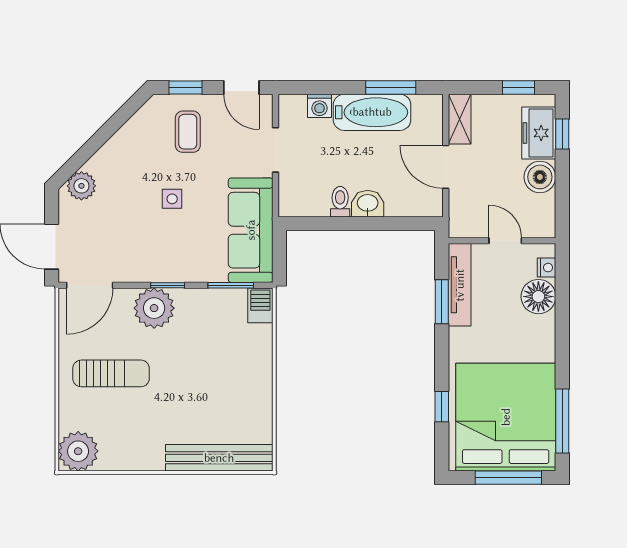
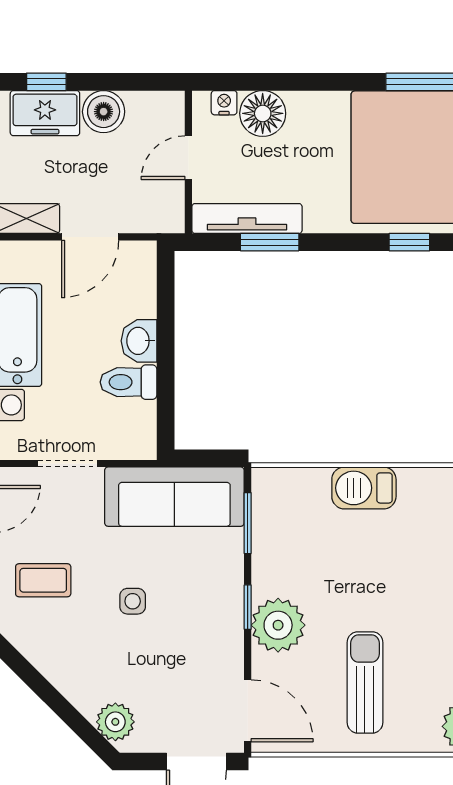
toilet: (340, 202) -> (129, 382), width x1.37, depth x1.39
barbecue: (260, 305) -> (364, 488), moved, width x1.38, depth x1.27

